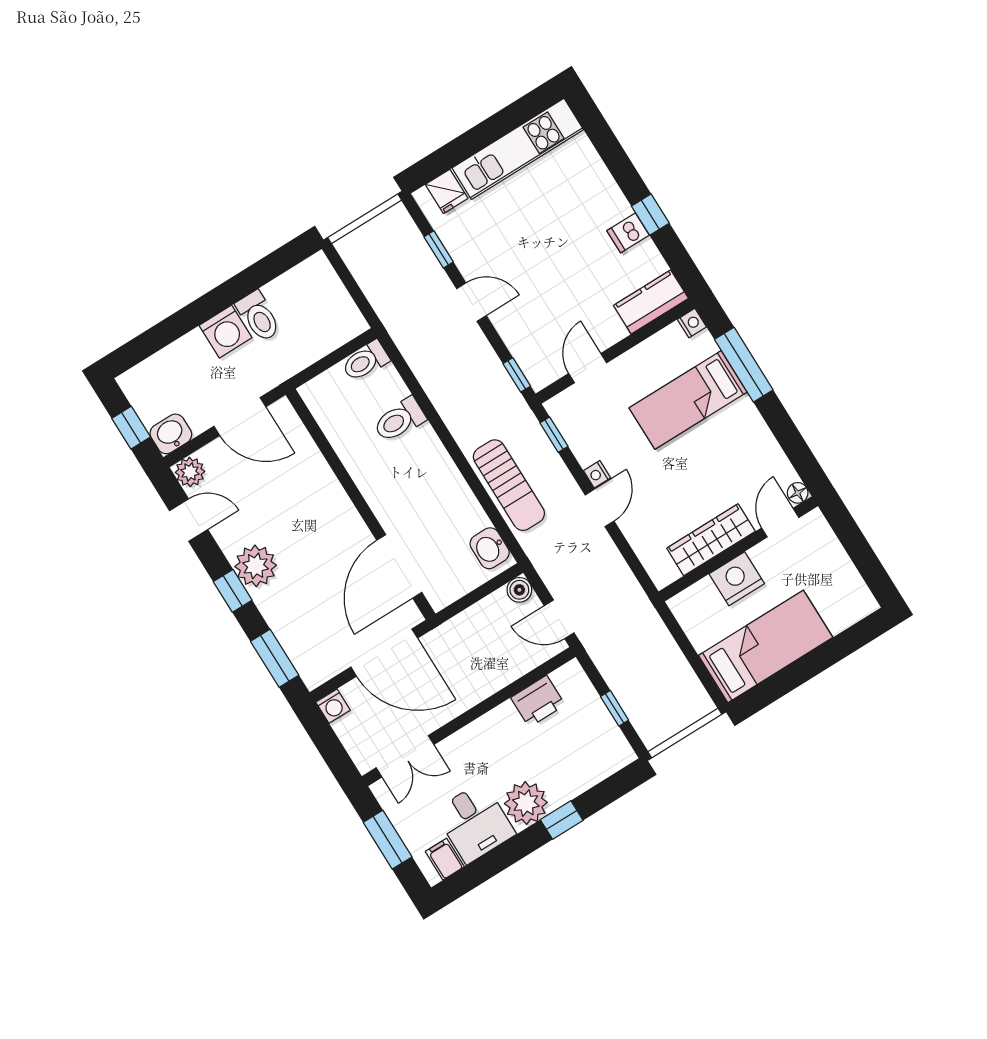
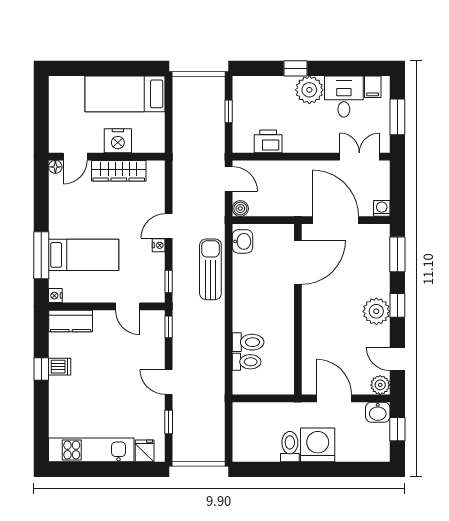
washing machine: (225, 332) -> (318, 445), width x1.37, depth x1.37
toilet: (365, 361) -> (247, 362), moved
door: (588, 368) -> (128, 306), hinge flipped

